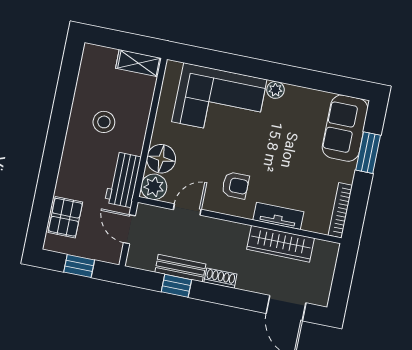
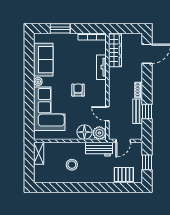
sofa: (345, 128) -> (43, 60), moved, turned -90
armchair: (235, 185) -> (78, 90), moved
wardrobe: (280, 244) -> (115, 50), moved

